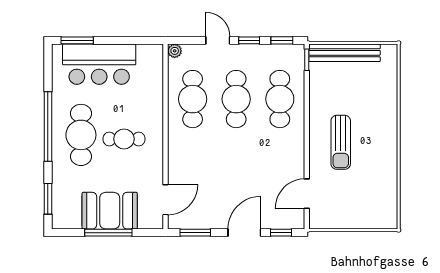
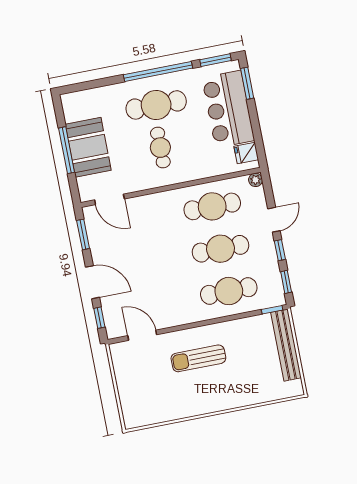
fridge: (146, 55) -> (246, 153), added
window: (48, 199) -> (215, 60), moved

